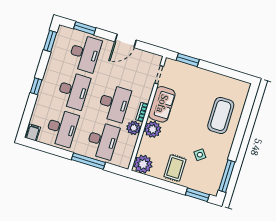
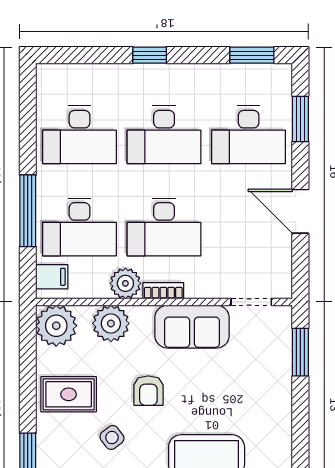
plant: (153, 129) -> (111, 323), moved
armchair: (184, 132) -> (148, 391), added
filing cabinet: (33, 133) -> (52, 277), moved

